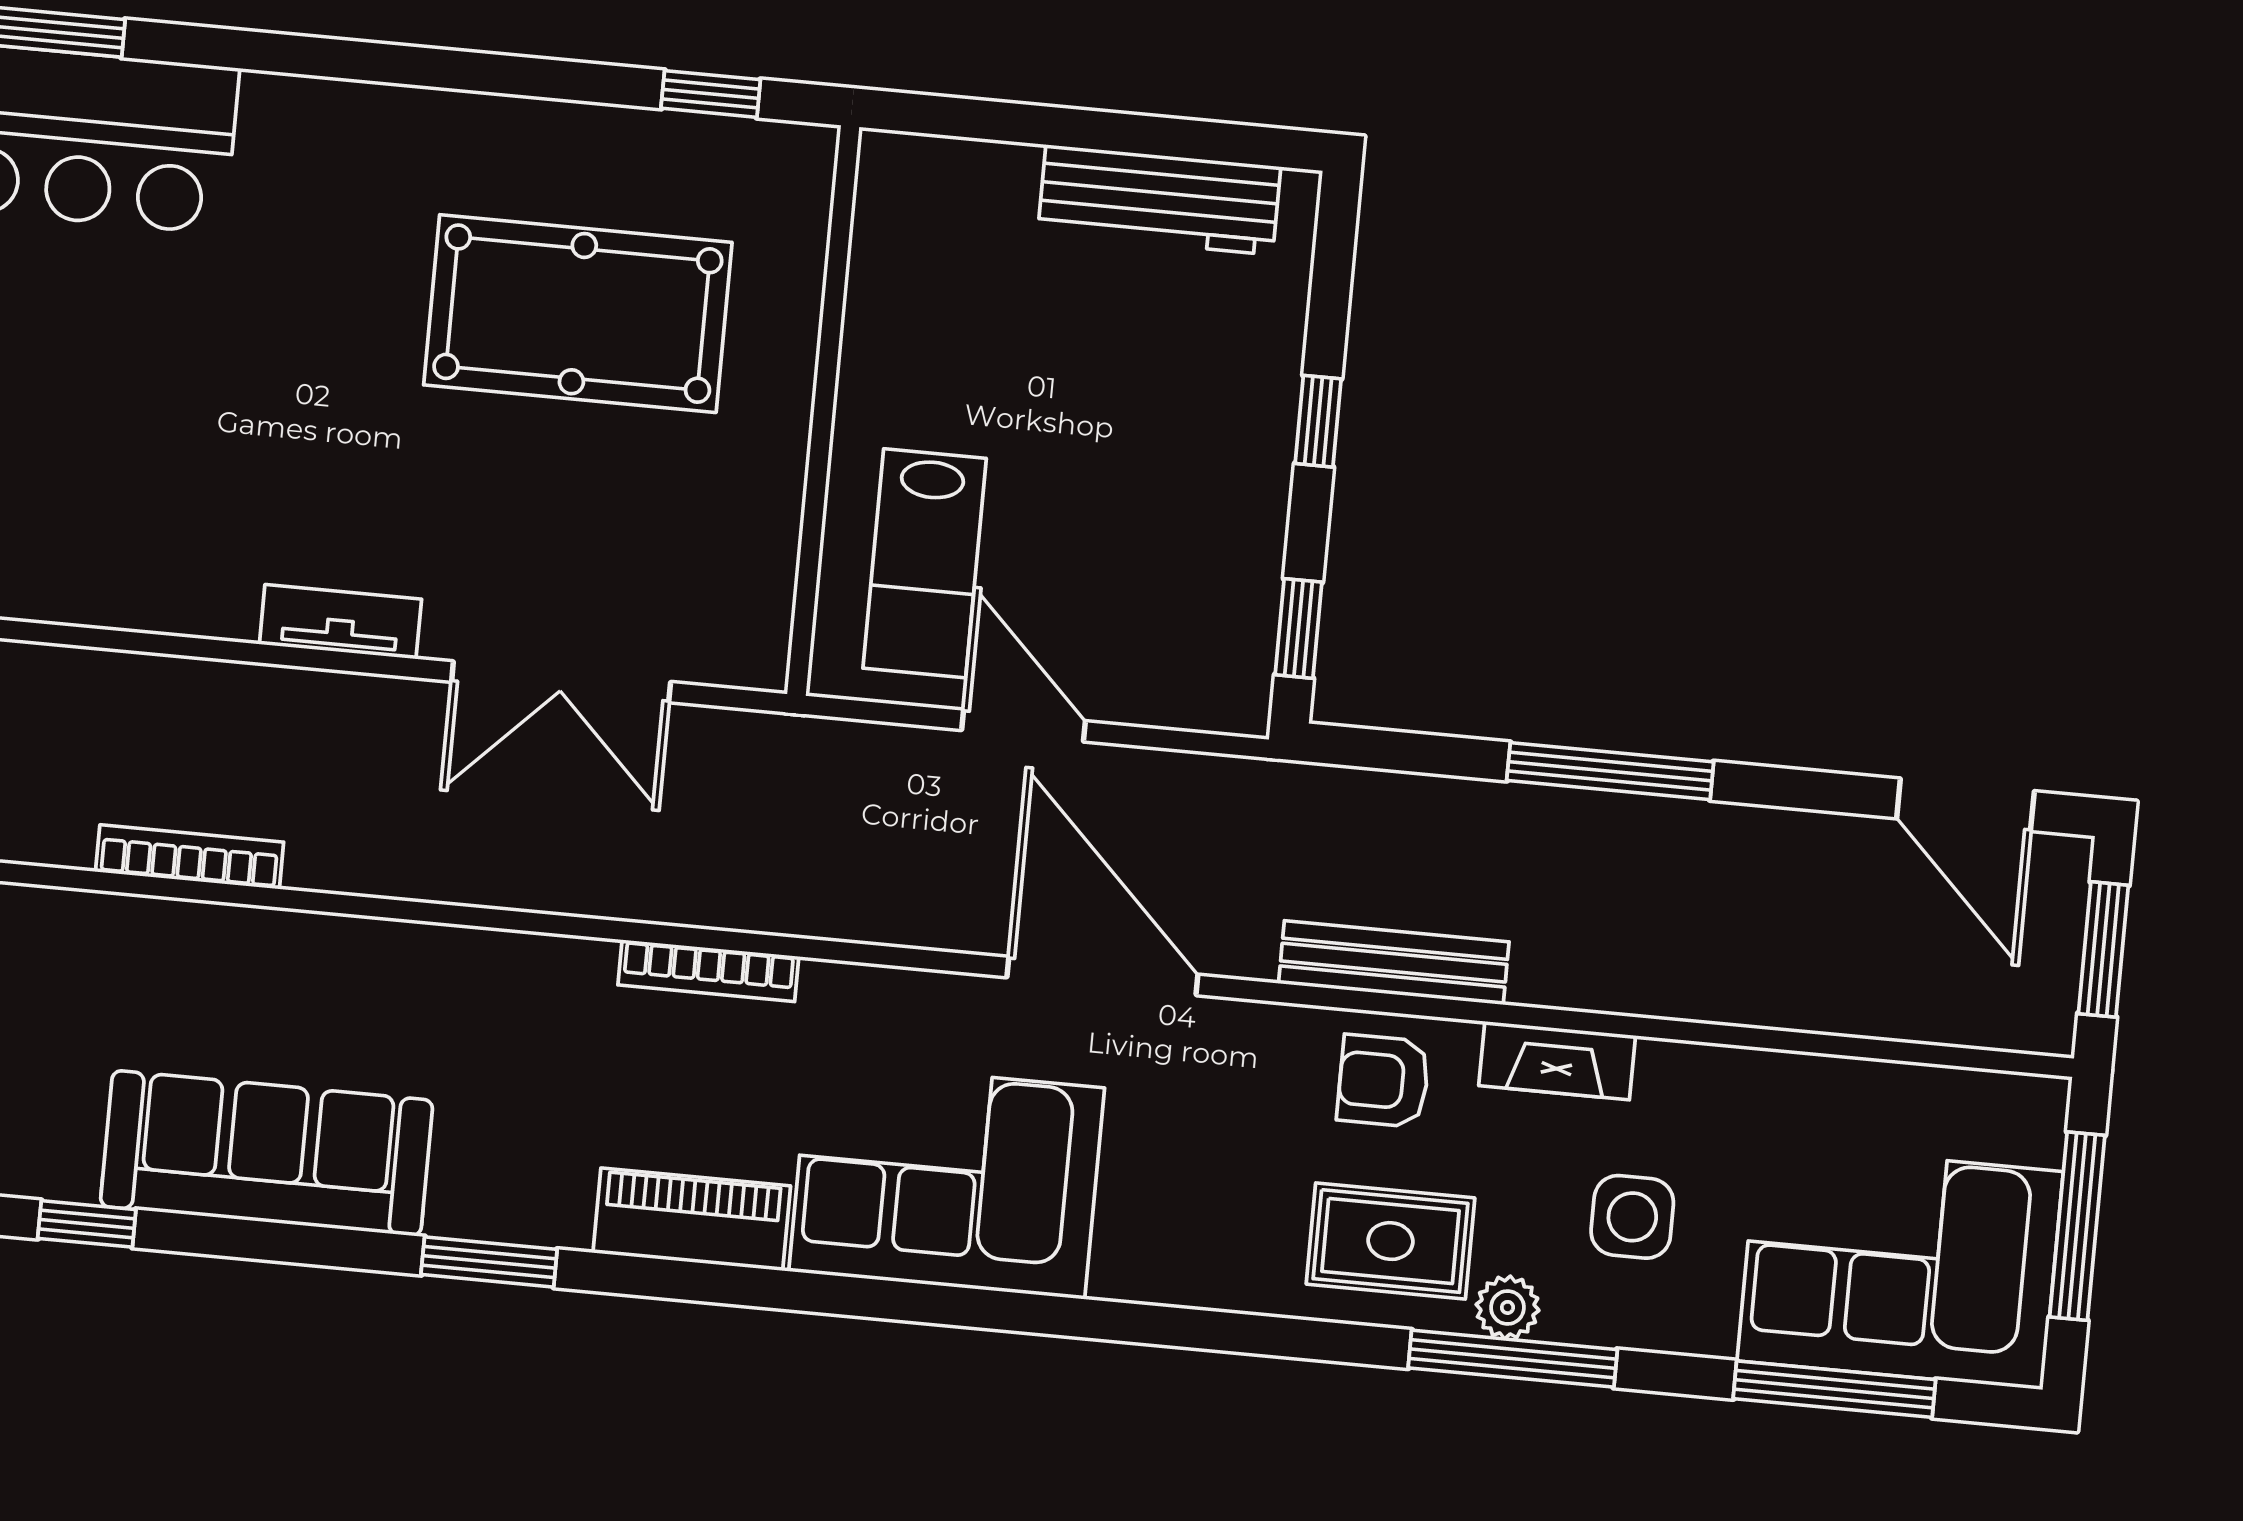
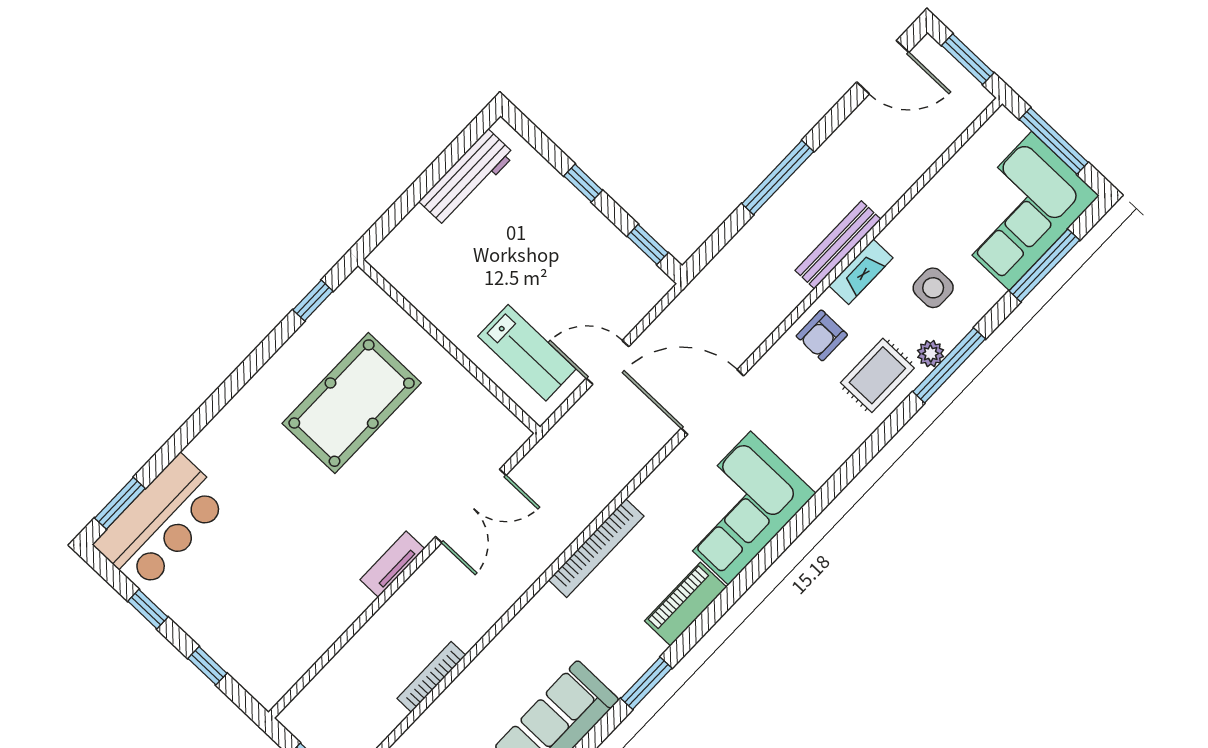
bench: (1394, 963) -> (838, 245), moved
bookcase: (708, 971) -> (596, 548), width x1.48, depth x1.31

